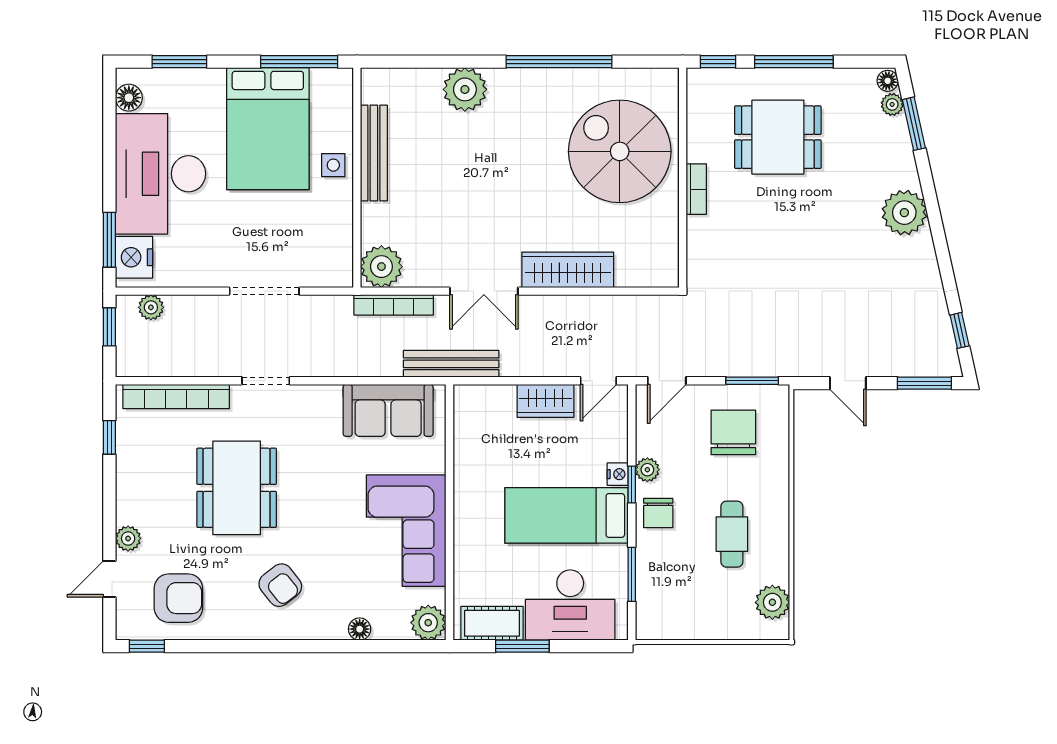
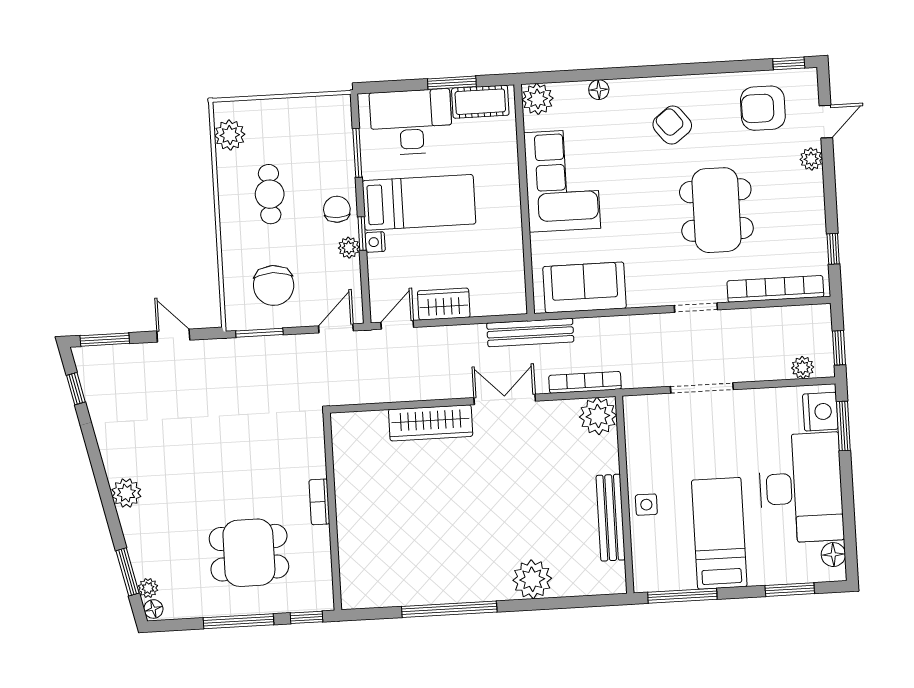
bed: (268, 129) -> (719, 533), width x0.67
spiral stairs: (620, 151) -> (390, 532), removed
plant: (904, 213) -> (126, 493), width x0.73, depth x0.73

